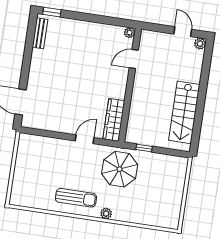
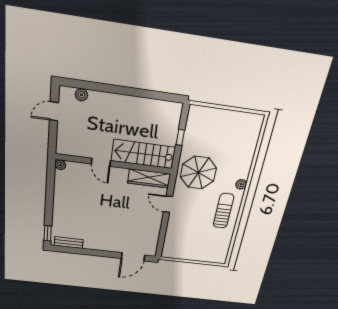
plant: (200, 44) -> (81, 95), moved
door: (134, 59) -> (101, 162), moved
stairs: (184, 112) -> (143, 154), moved, turned 180
window: (144, 148) -> (180, 137), moved

